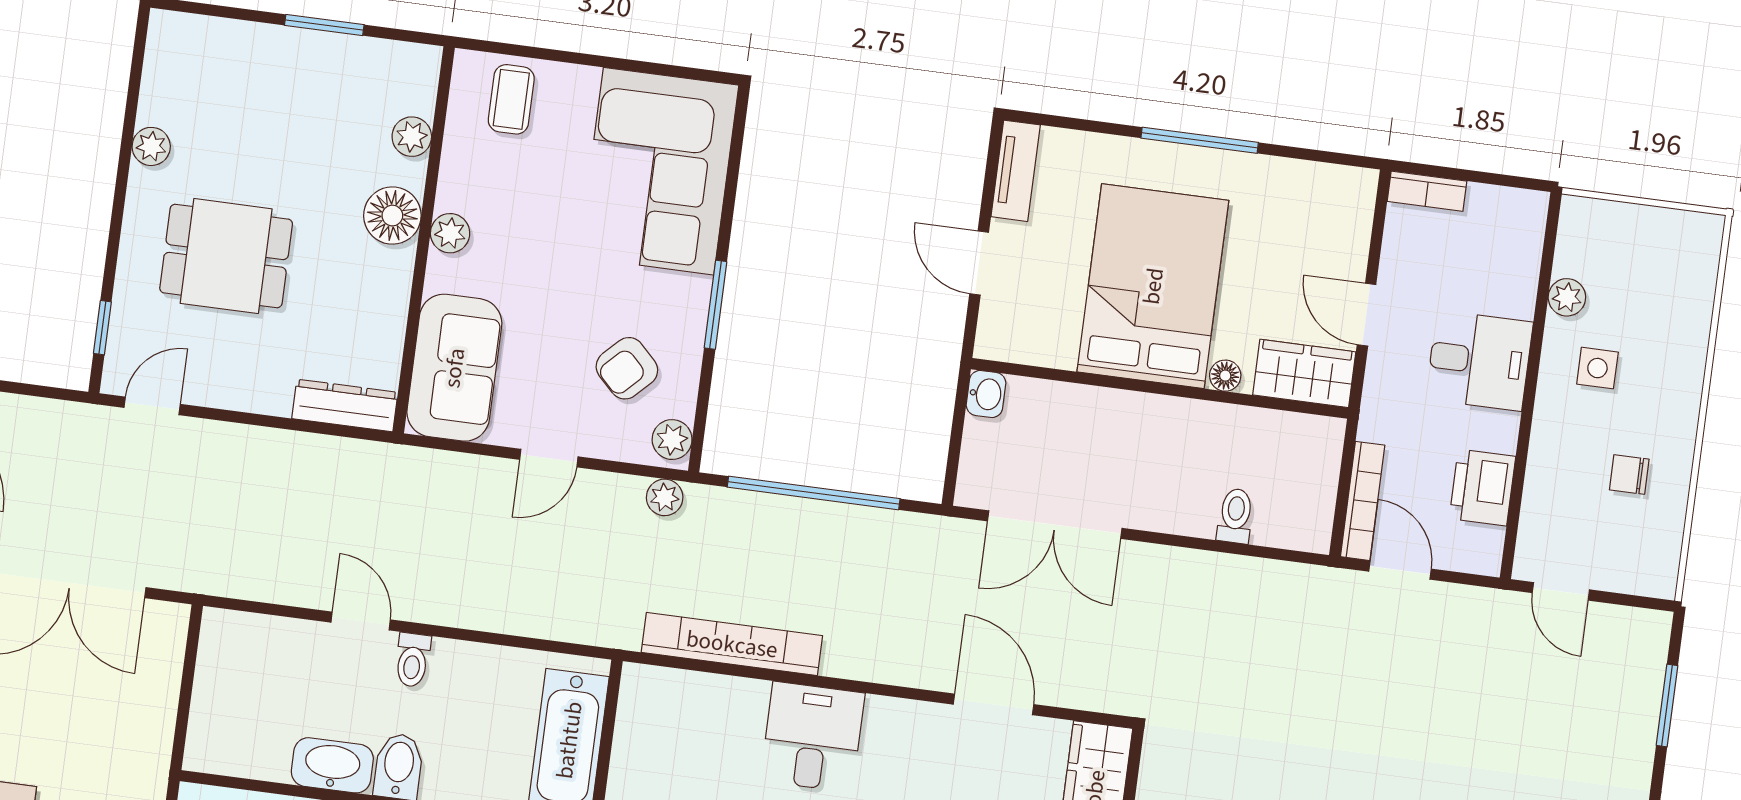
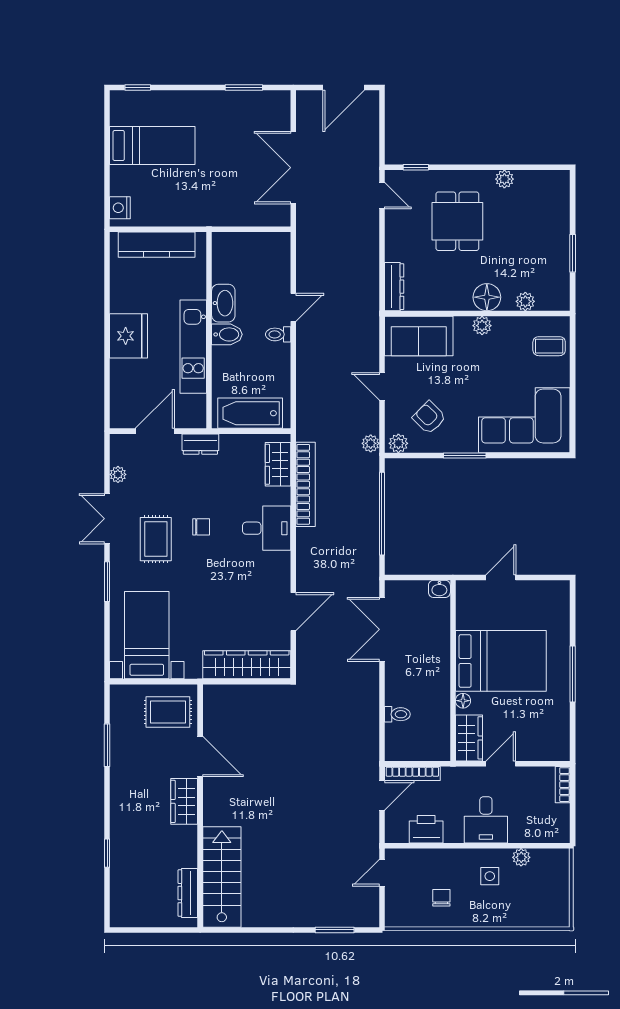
tv unit: (1016, 171) -> (547, 589), removed
wardrobe: (683, 696) -> (278, 464), added

